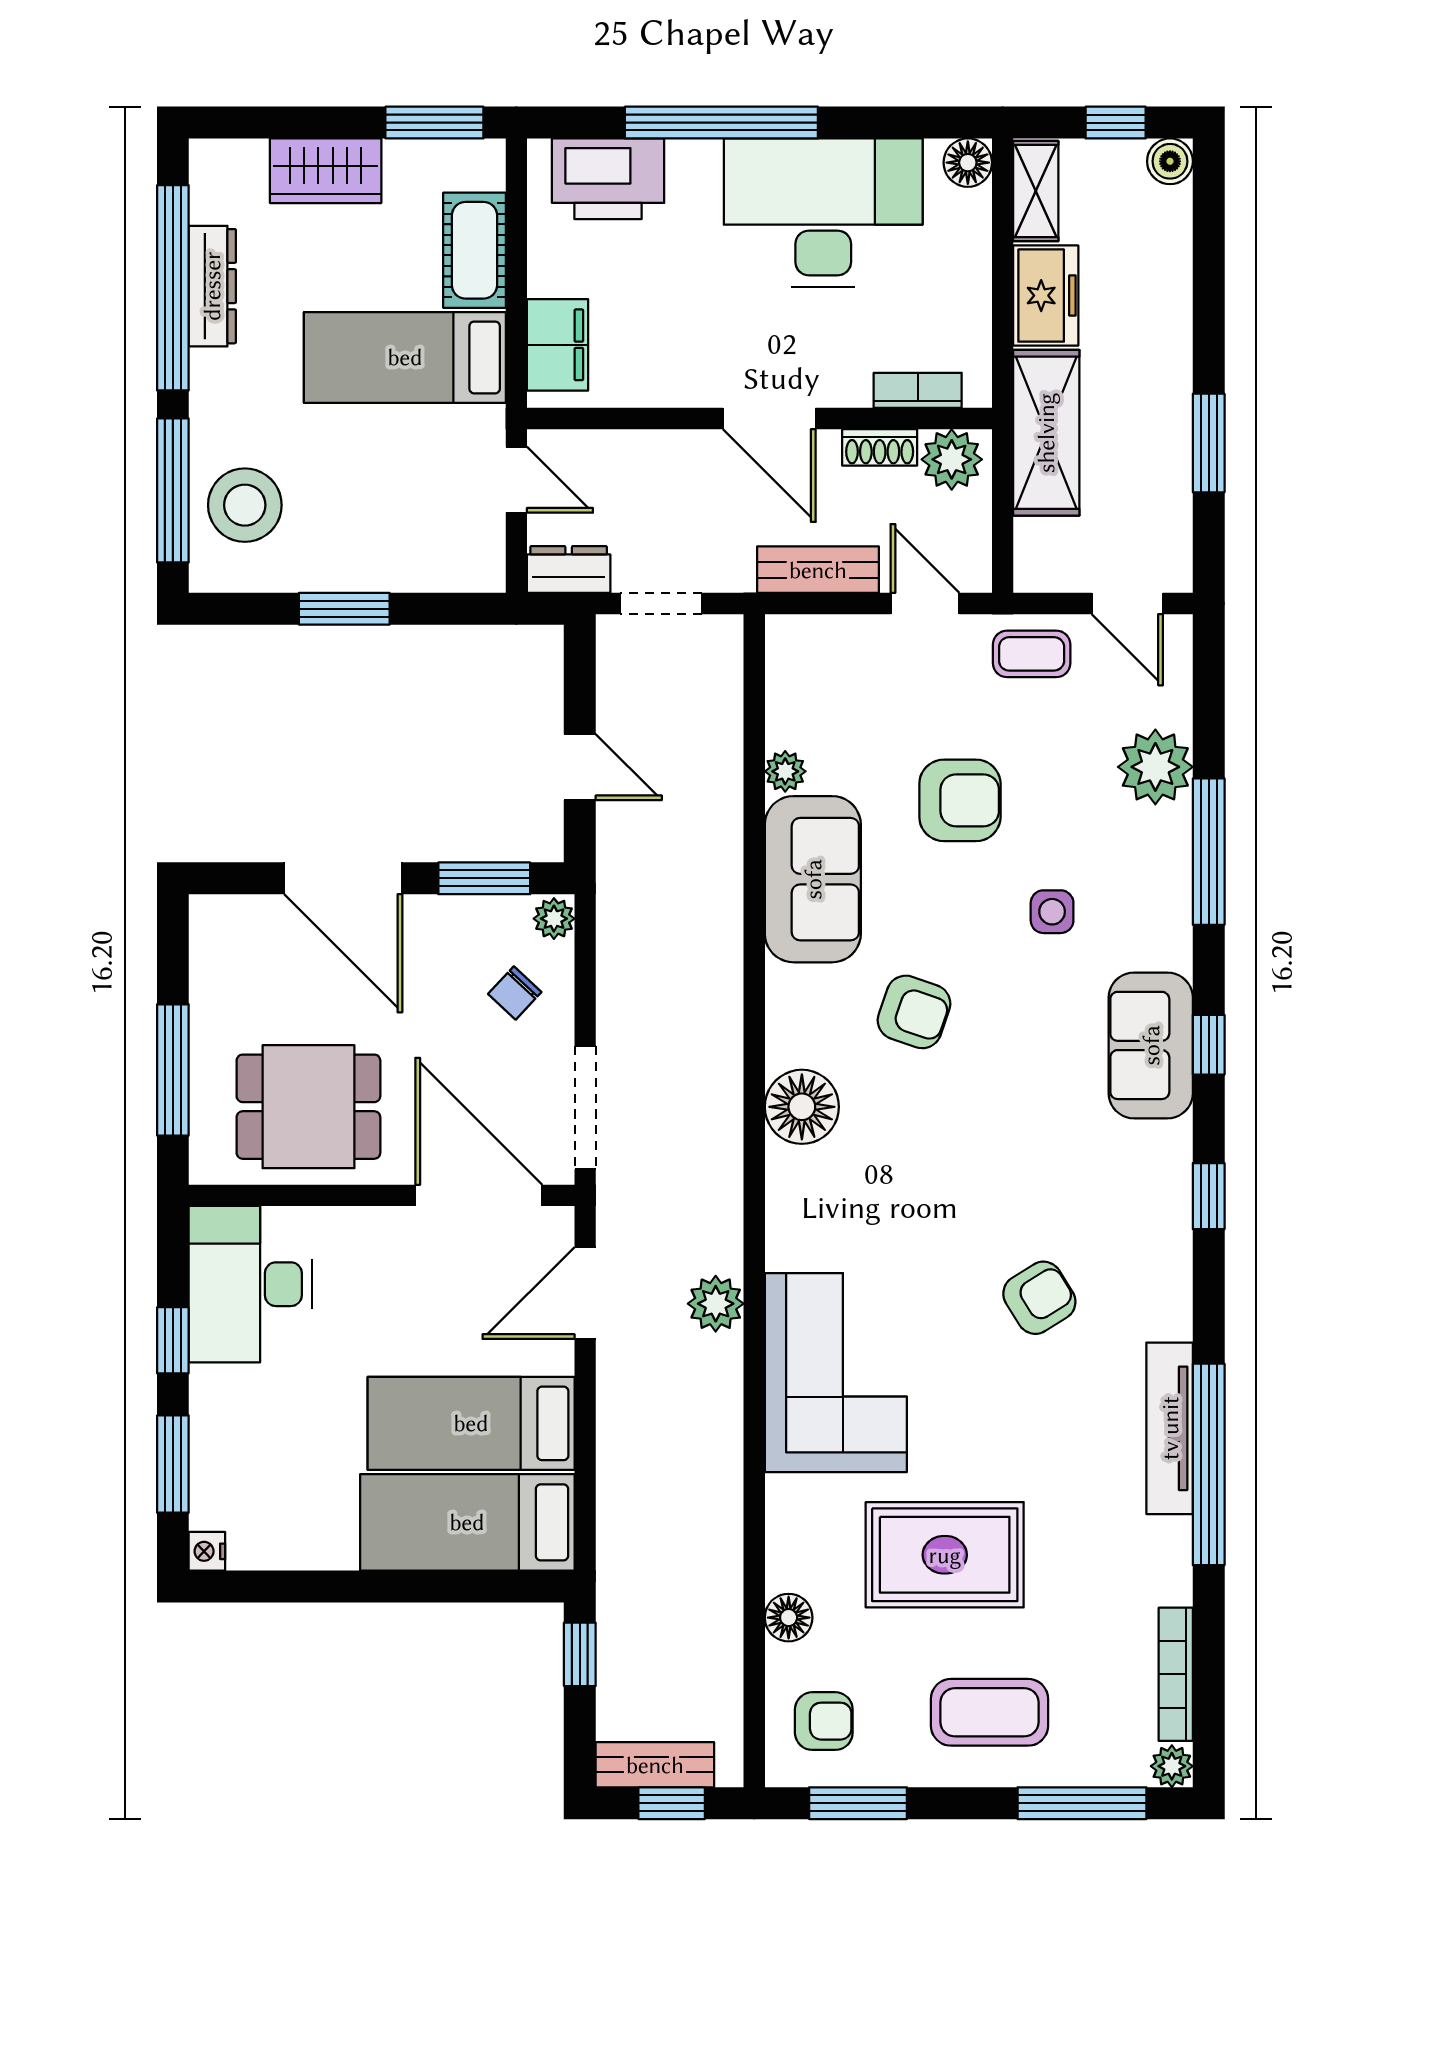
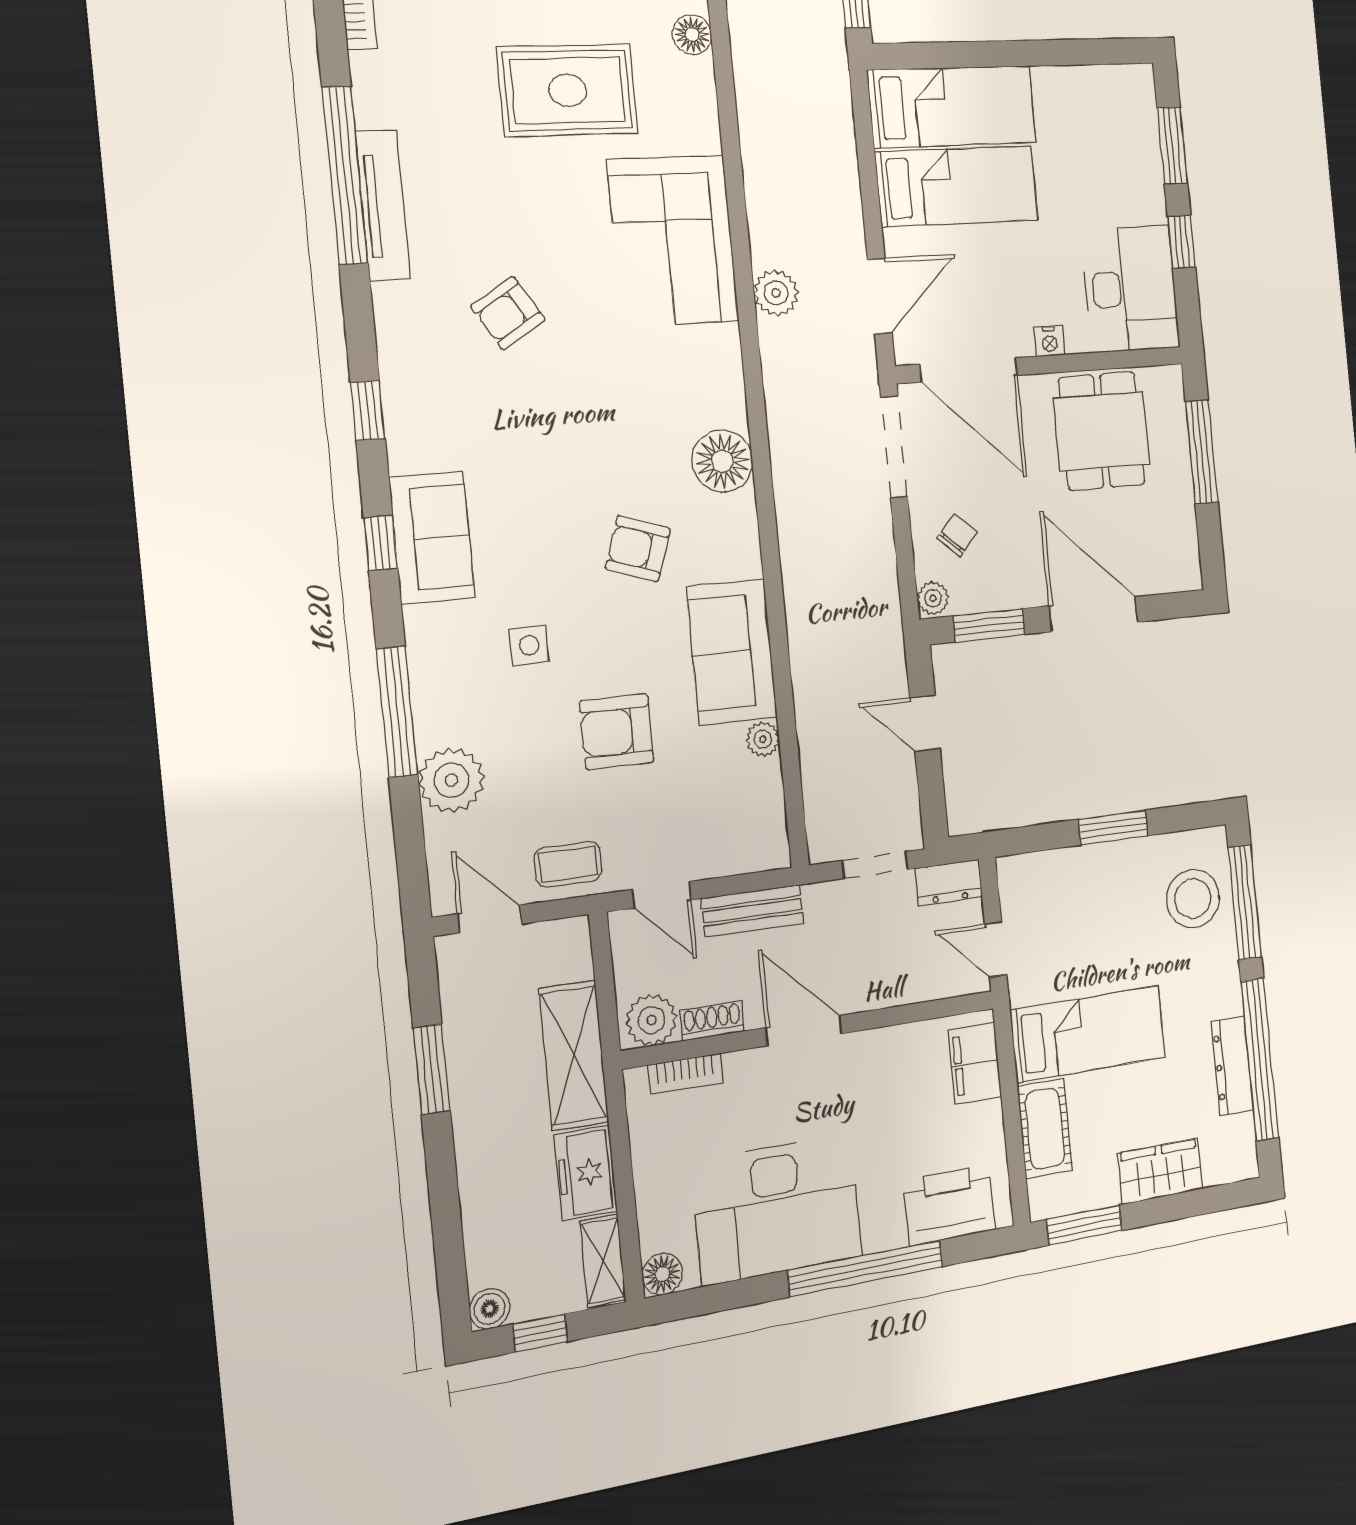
dining table: (308, 1107) -> (1102, 431), turned 90
nightstand: (207, 1551) -> (1049, 341), moved, turned 90

